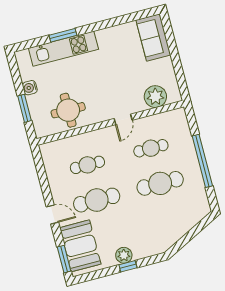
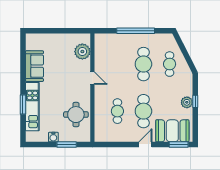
sofa: (153, 37) -> (34, 66), moved, turned -90
cafe table: (151, 148) -> (170, 64), moved

